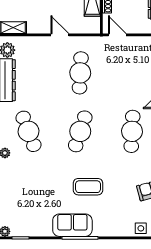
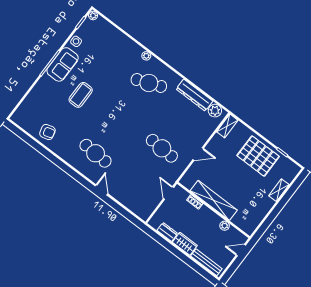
door: (117, 35) -> (169, 193), swing flipped
cafe table: (80, 131) -> (122, 118), removed
side table: (141, 228) -> (76, 41), moved

